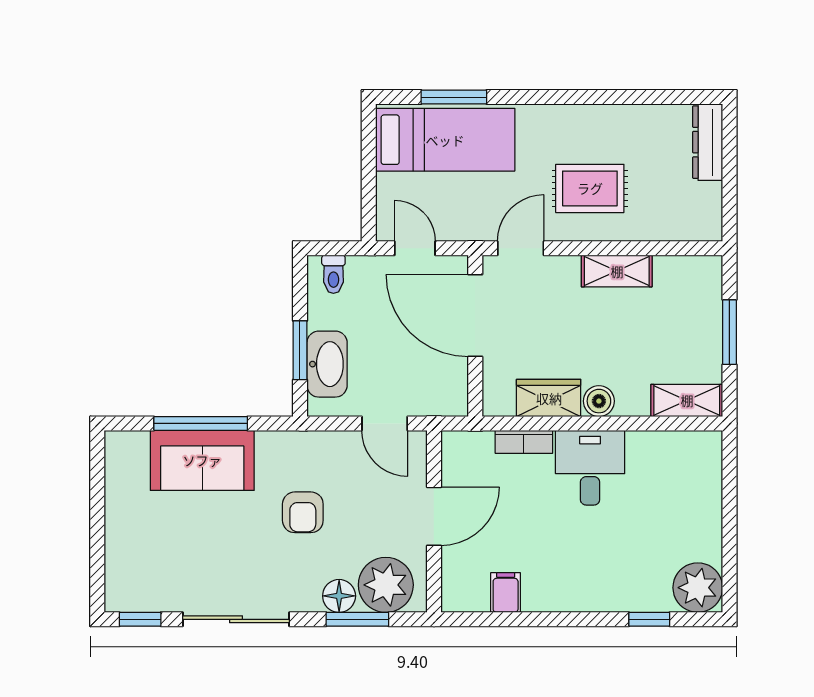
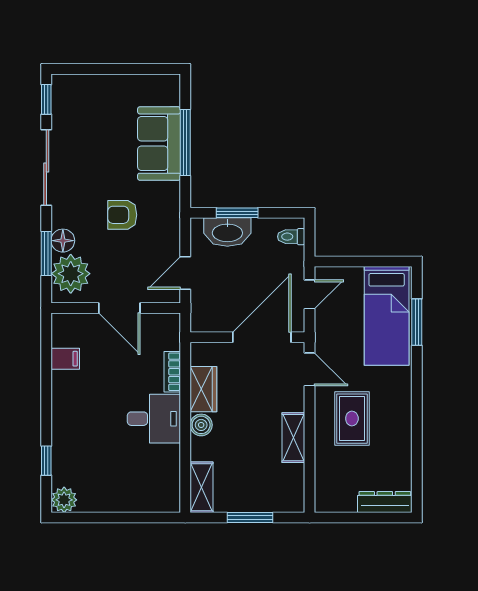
plant: (698, 588) -> (64, 500), width x0.73, depth x0.73

